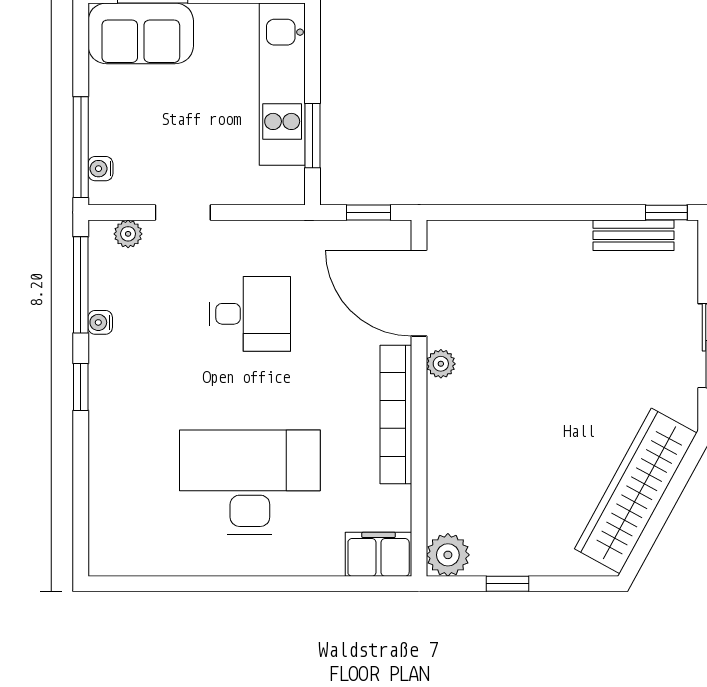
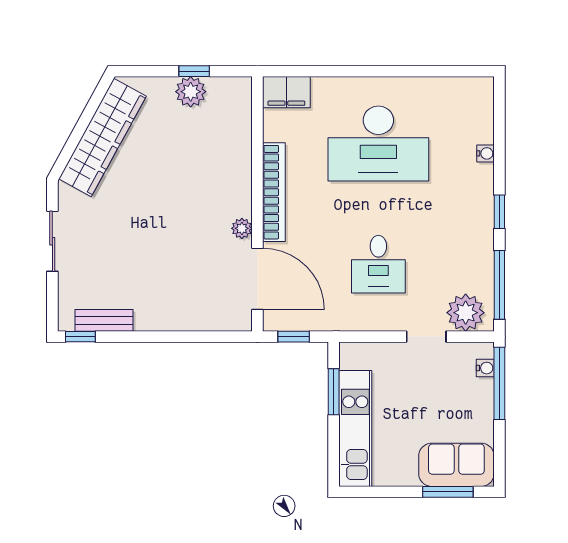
plant: (128, 234) -> (466, 313), width x1.88, depth x1.88
desk: (250, 314) -> (378, 264), turned -90
water cooler: (100, 322) -> (485, 153), moved
plant: (448, 555) -> (191, 92), moved

